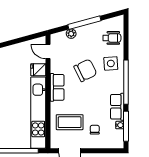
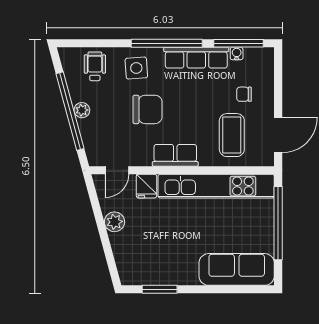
window: (84, 23) -> (70, 111), width x1.46
plant: (71, 34) -> (82, 110), moved
plant: (16, 50) -> (115, 222), added
chair: (85, 70) -> (148, 109), turned 116
row of seats: (117, 107) -> (196, 58), width x1.48

